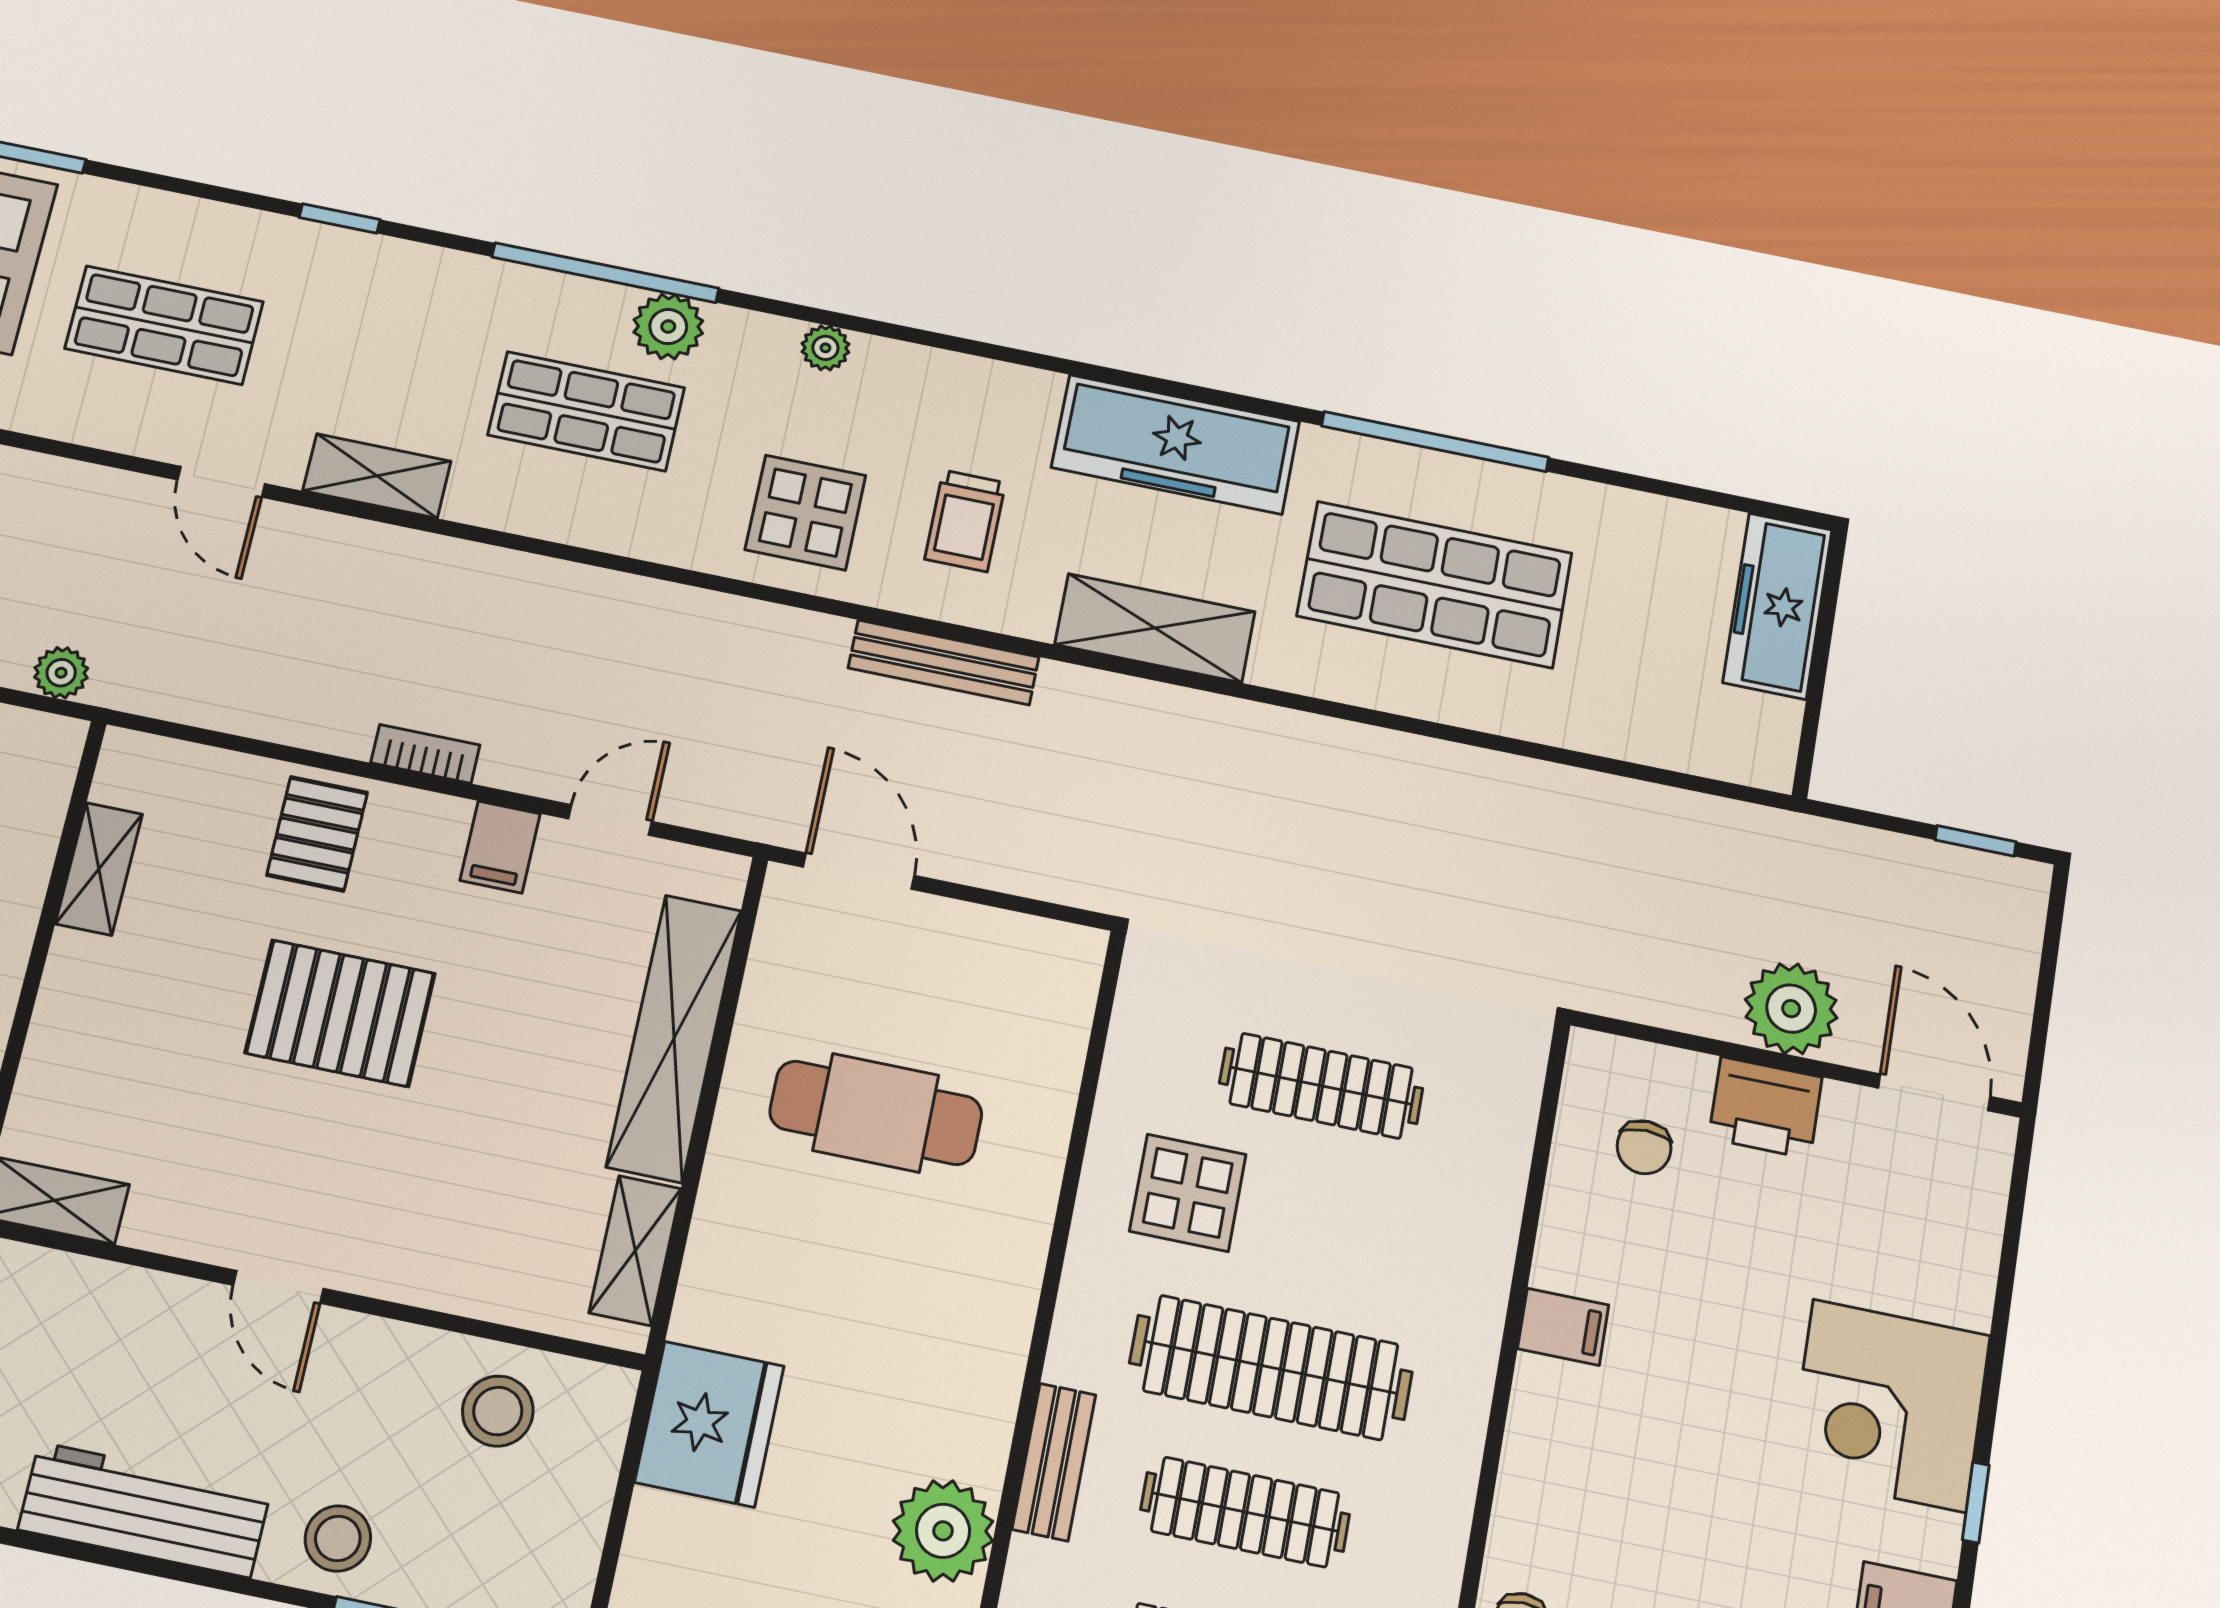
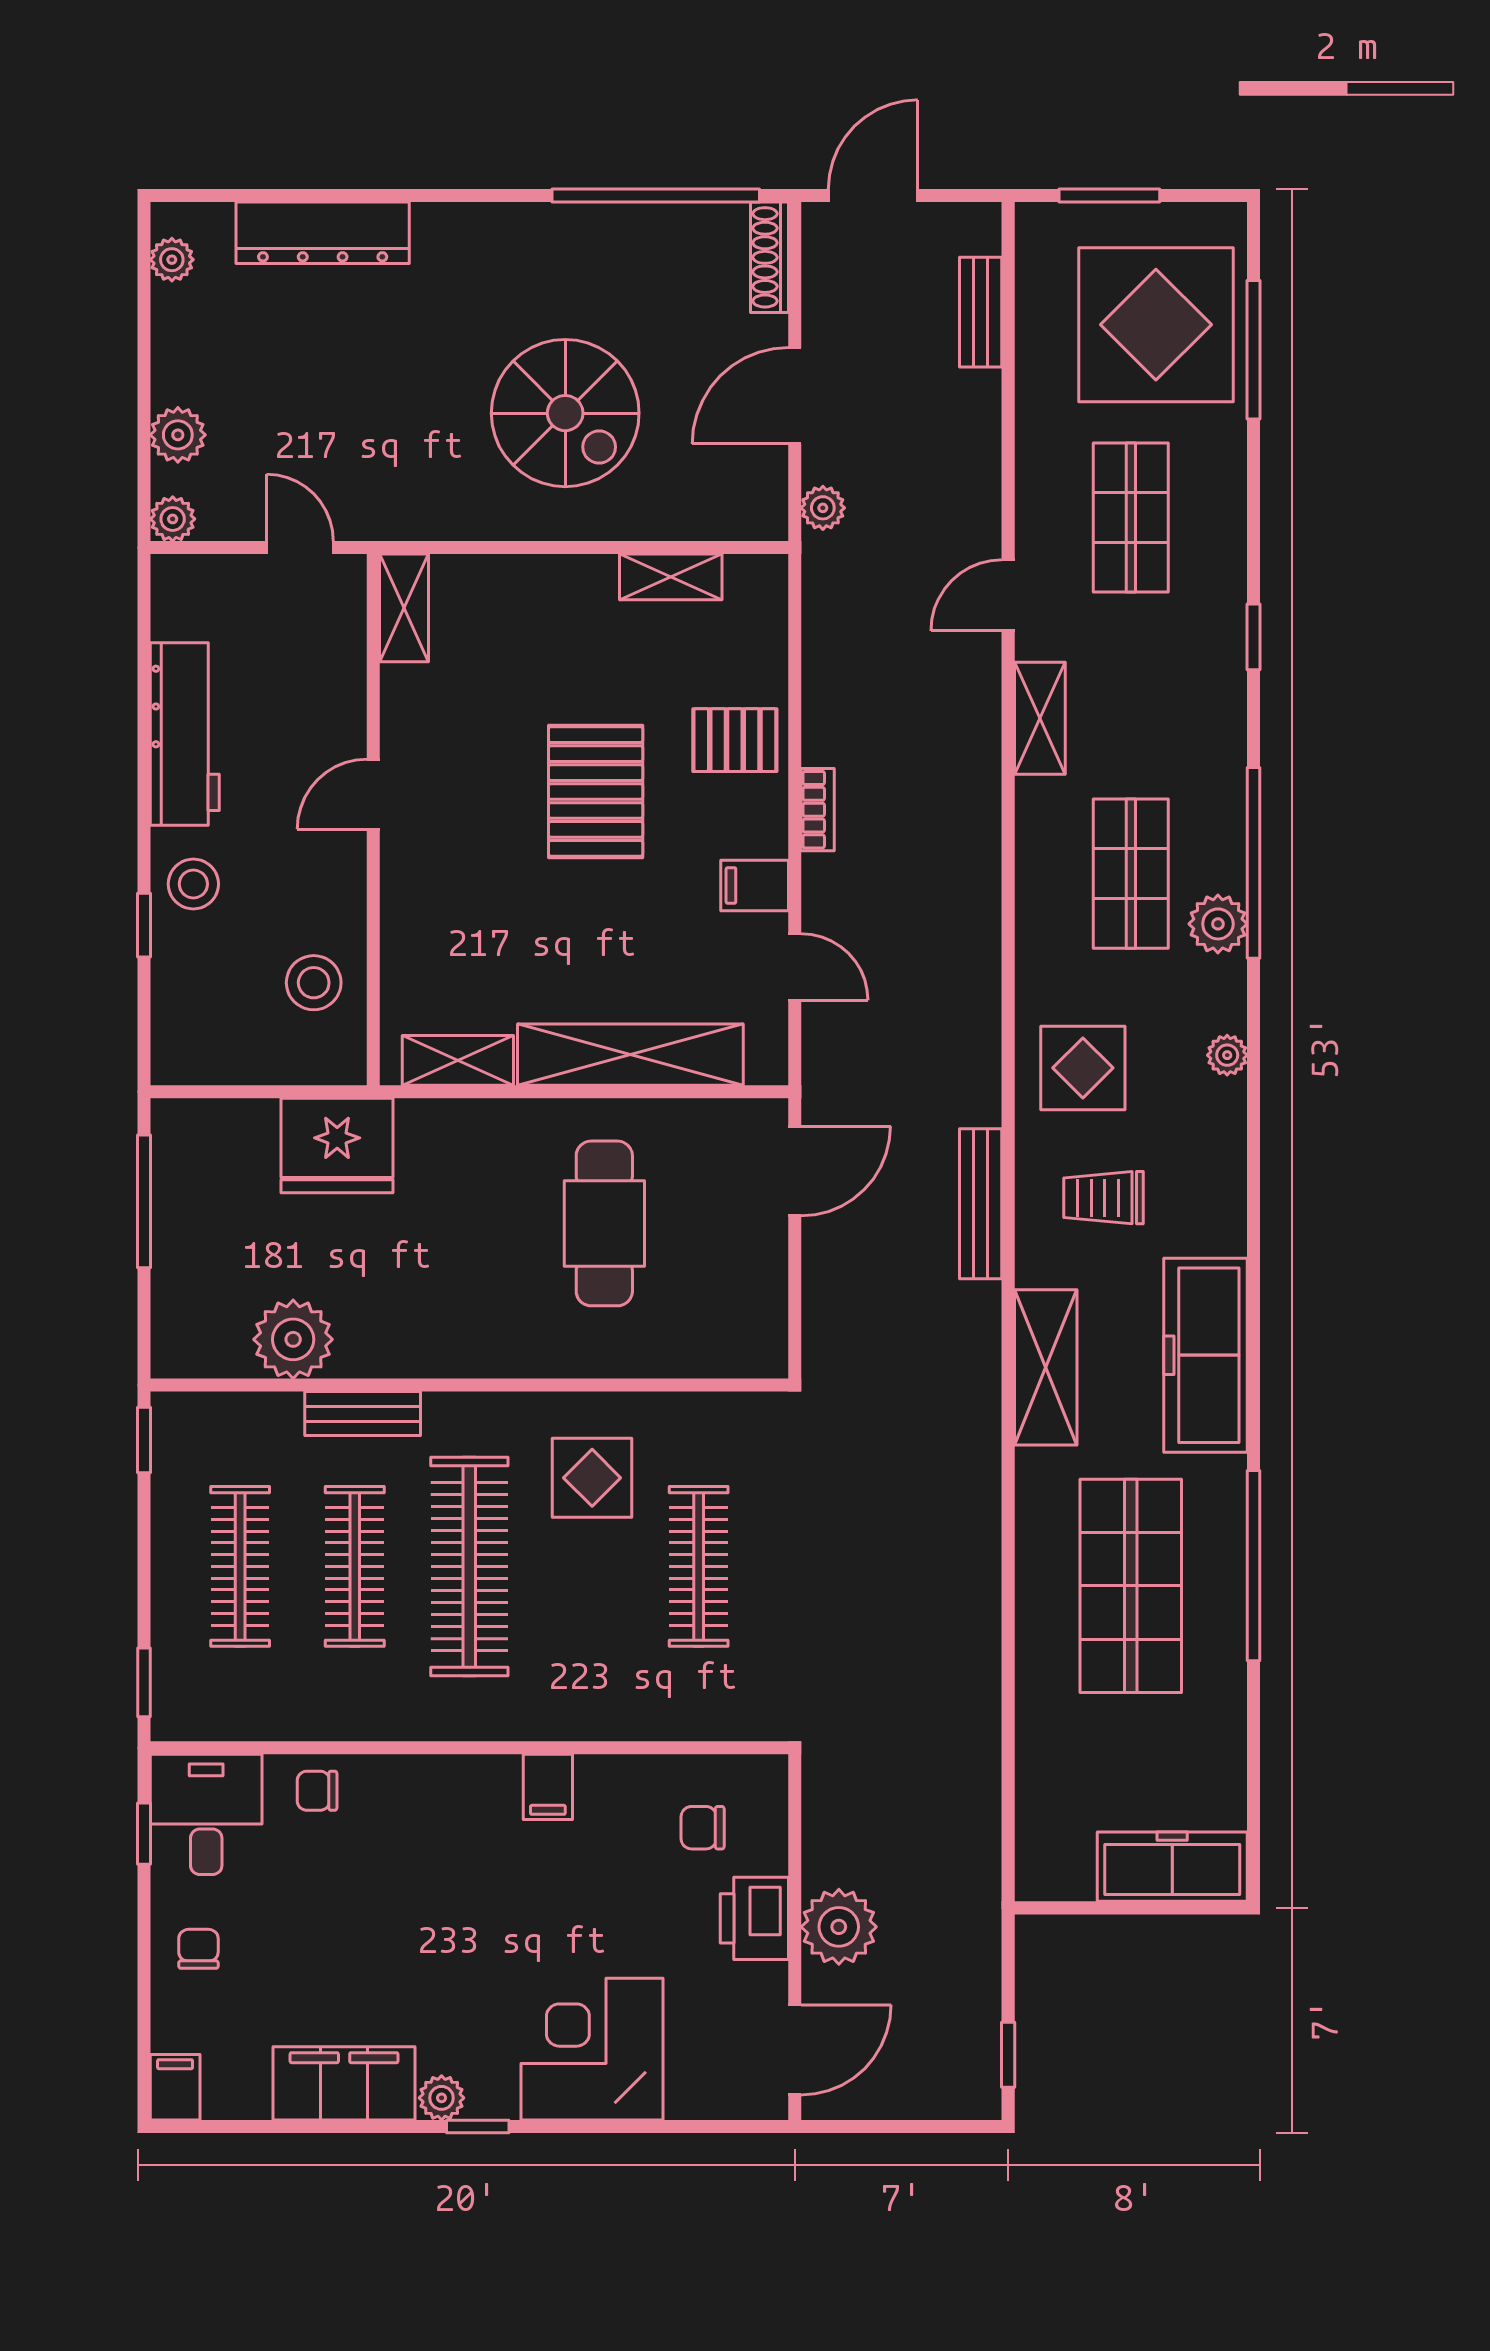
corner desk: (1889, 1405) -> (592, 2049), moved
plant: (1933, 1541) -> (442, 2098), added

